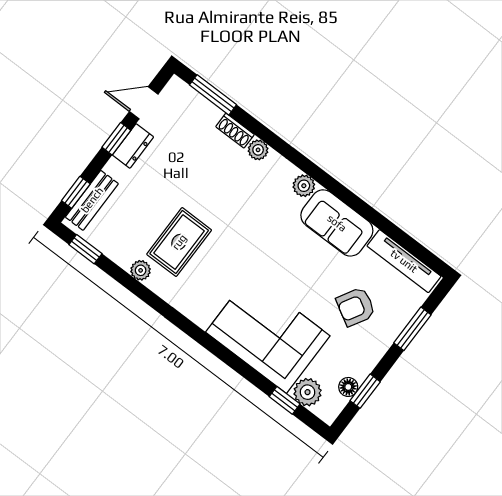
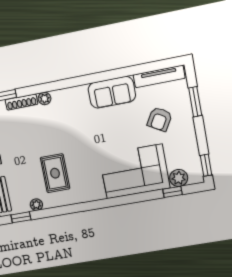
shoe rack: (235, 131) -> (22, 102), width x1.43
plant: (304, 186) -> (80, 92), removed
plant: (141, 270) -> (36, 205), moved
floor lamp: (348, 387) -> (194, 157), removed
window: (365, 391) -> (206, 165), moved

